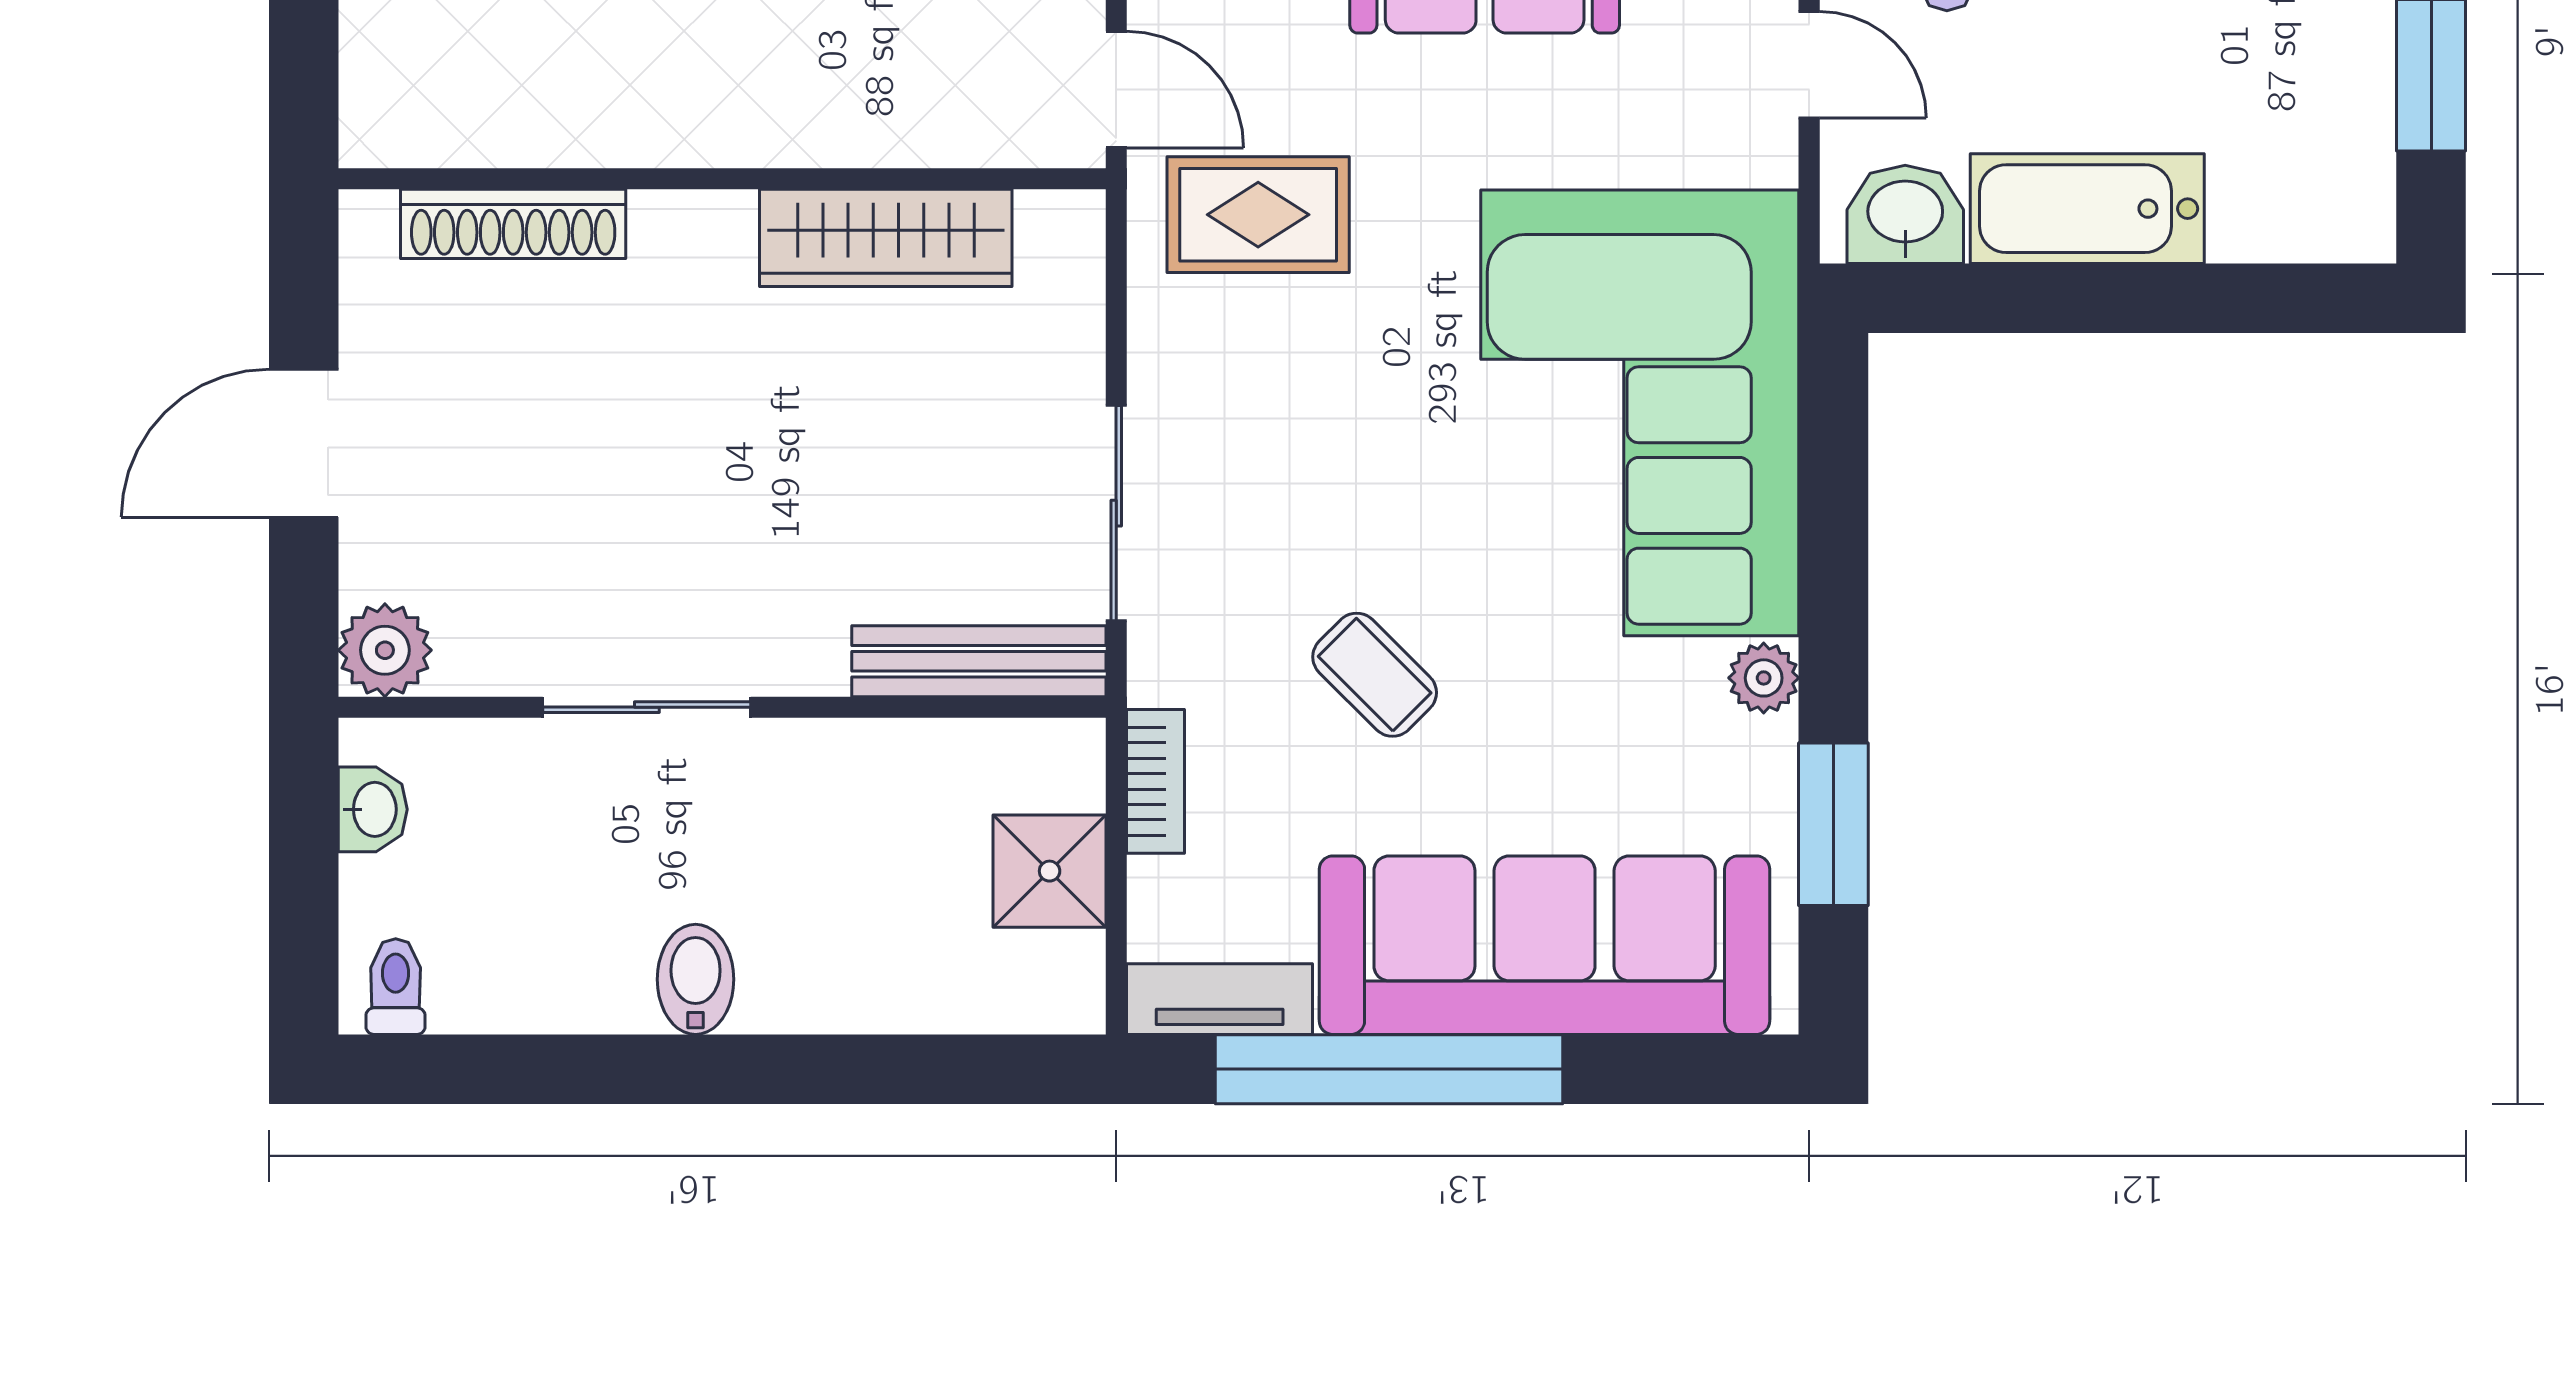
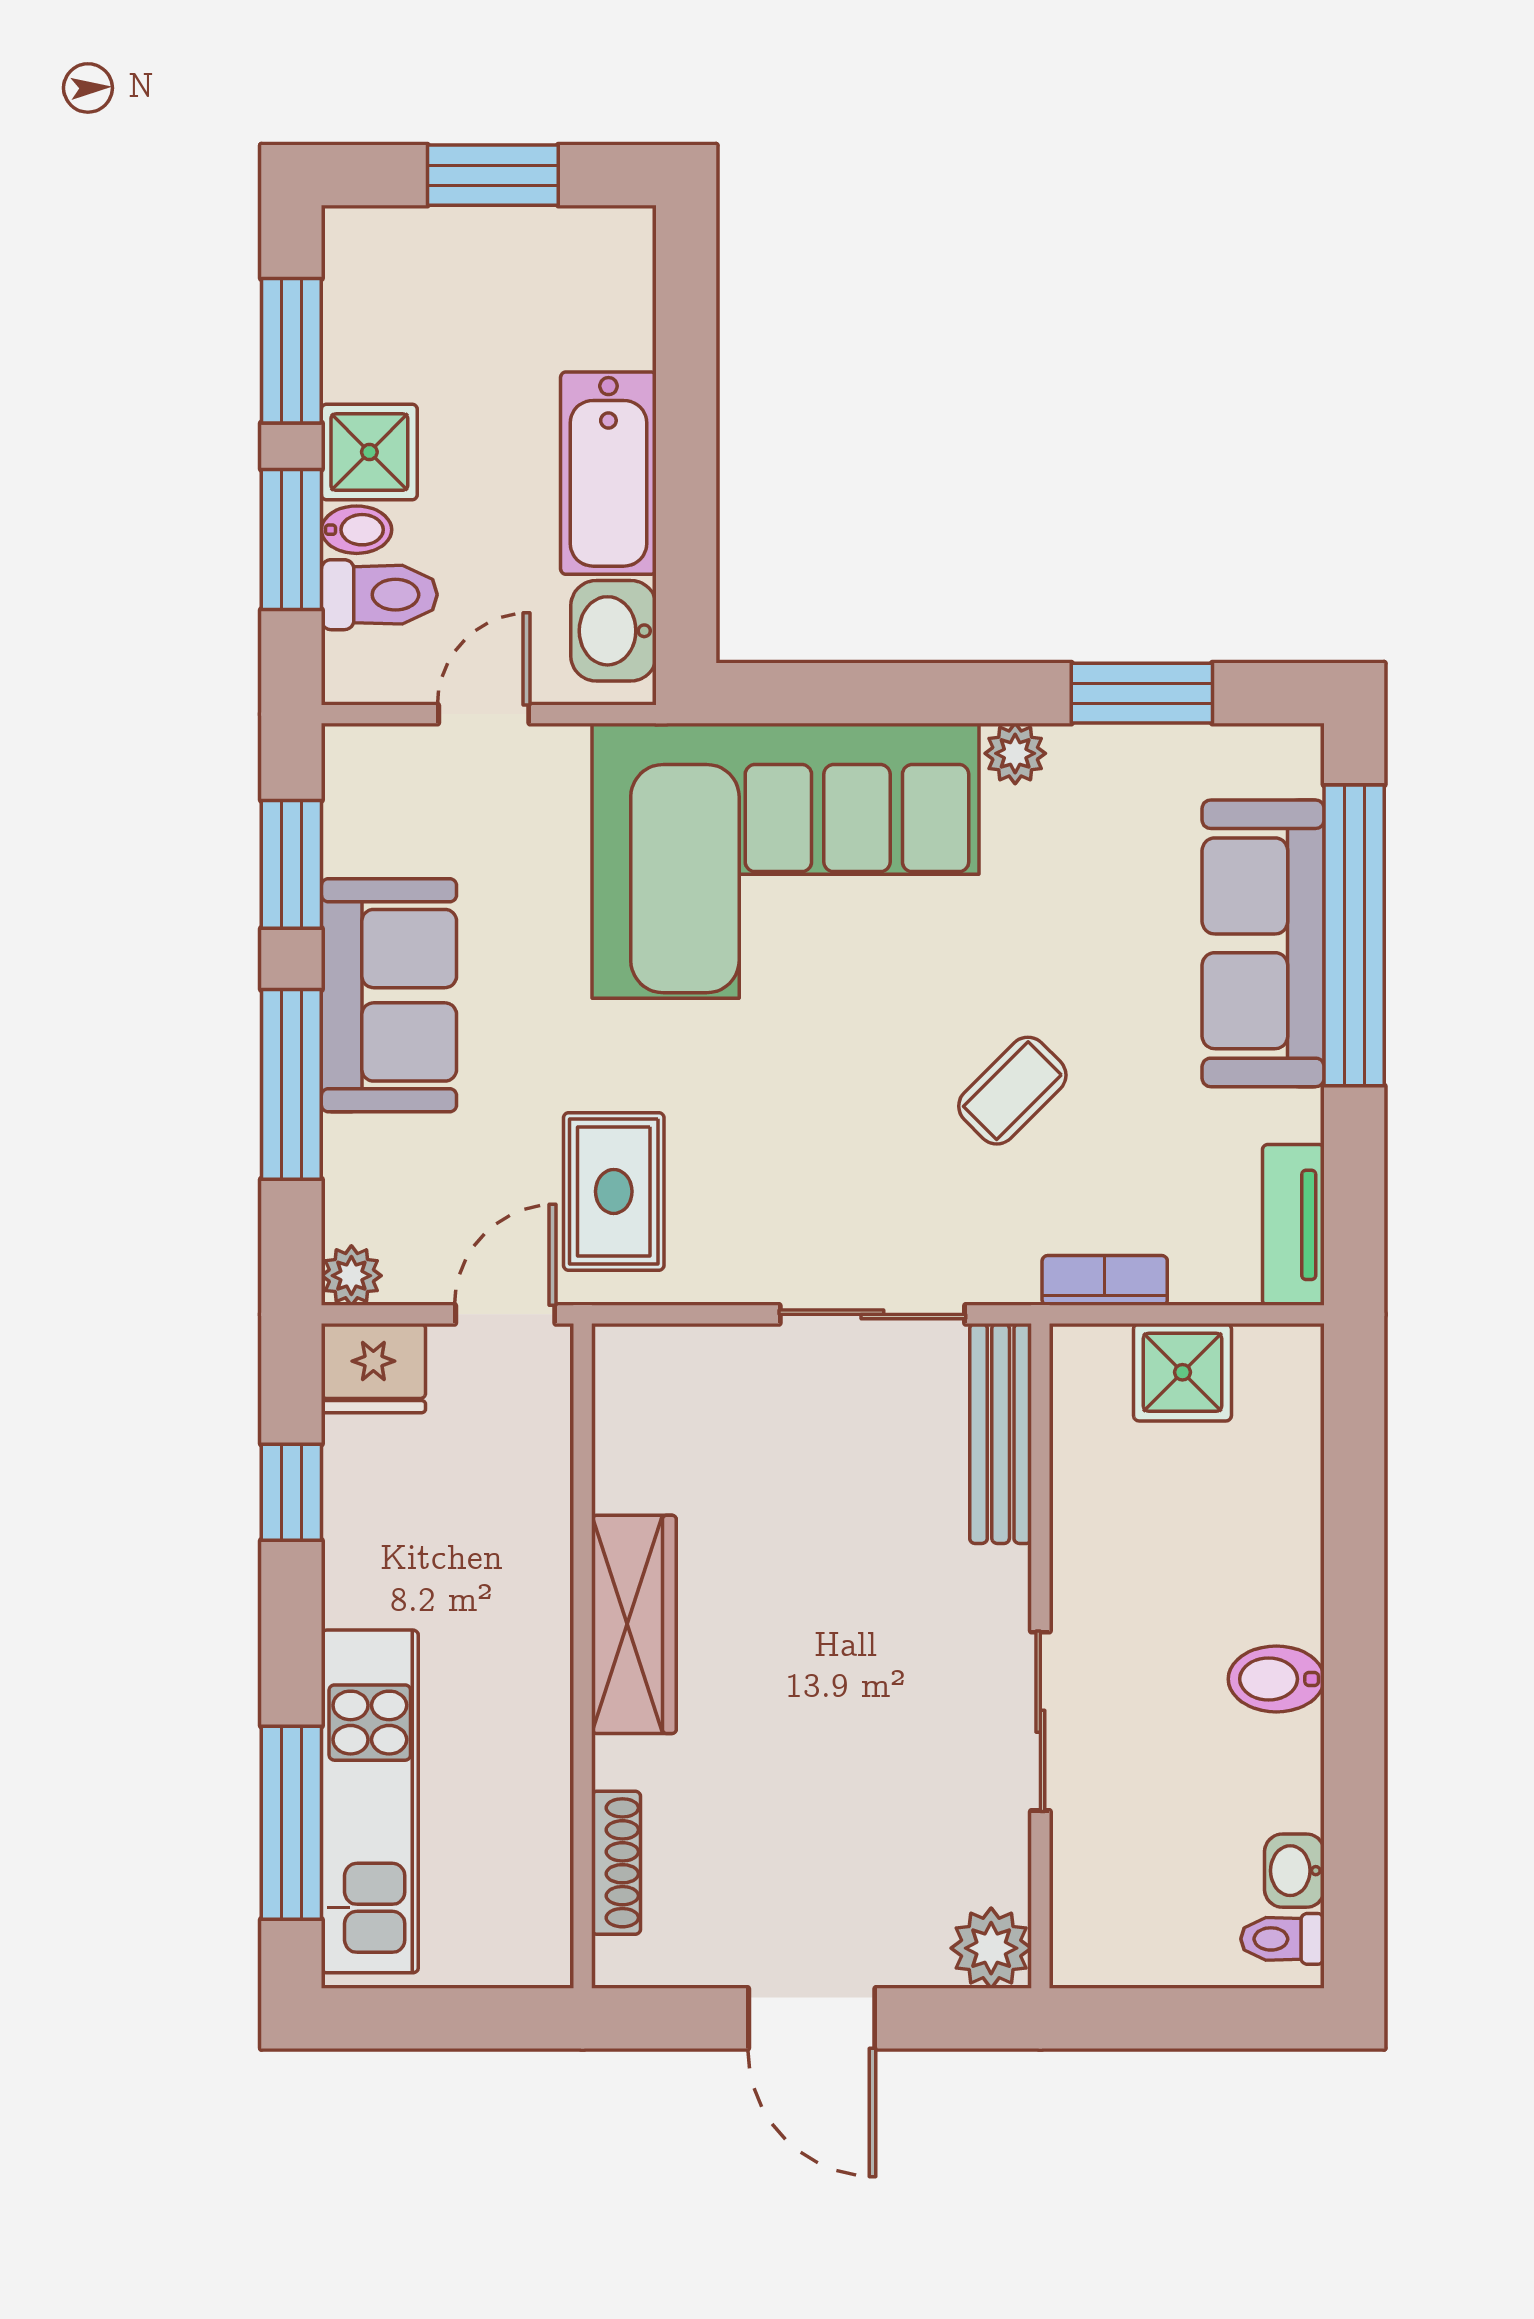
shoe rack: (513, 224) -> (616, 1863), width x0.74, depth x0.81
wardrobe: (886, 238) -> (634, 1624), moved
washbasin: (373, 809) -> (1294, 1871), moved, turned -90
sofa: (1545, 945) -> (1263, 943), width x0.74, depth x0.79
window: (1389, 1069) -> (1354, 935), moved

